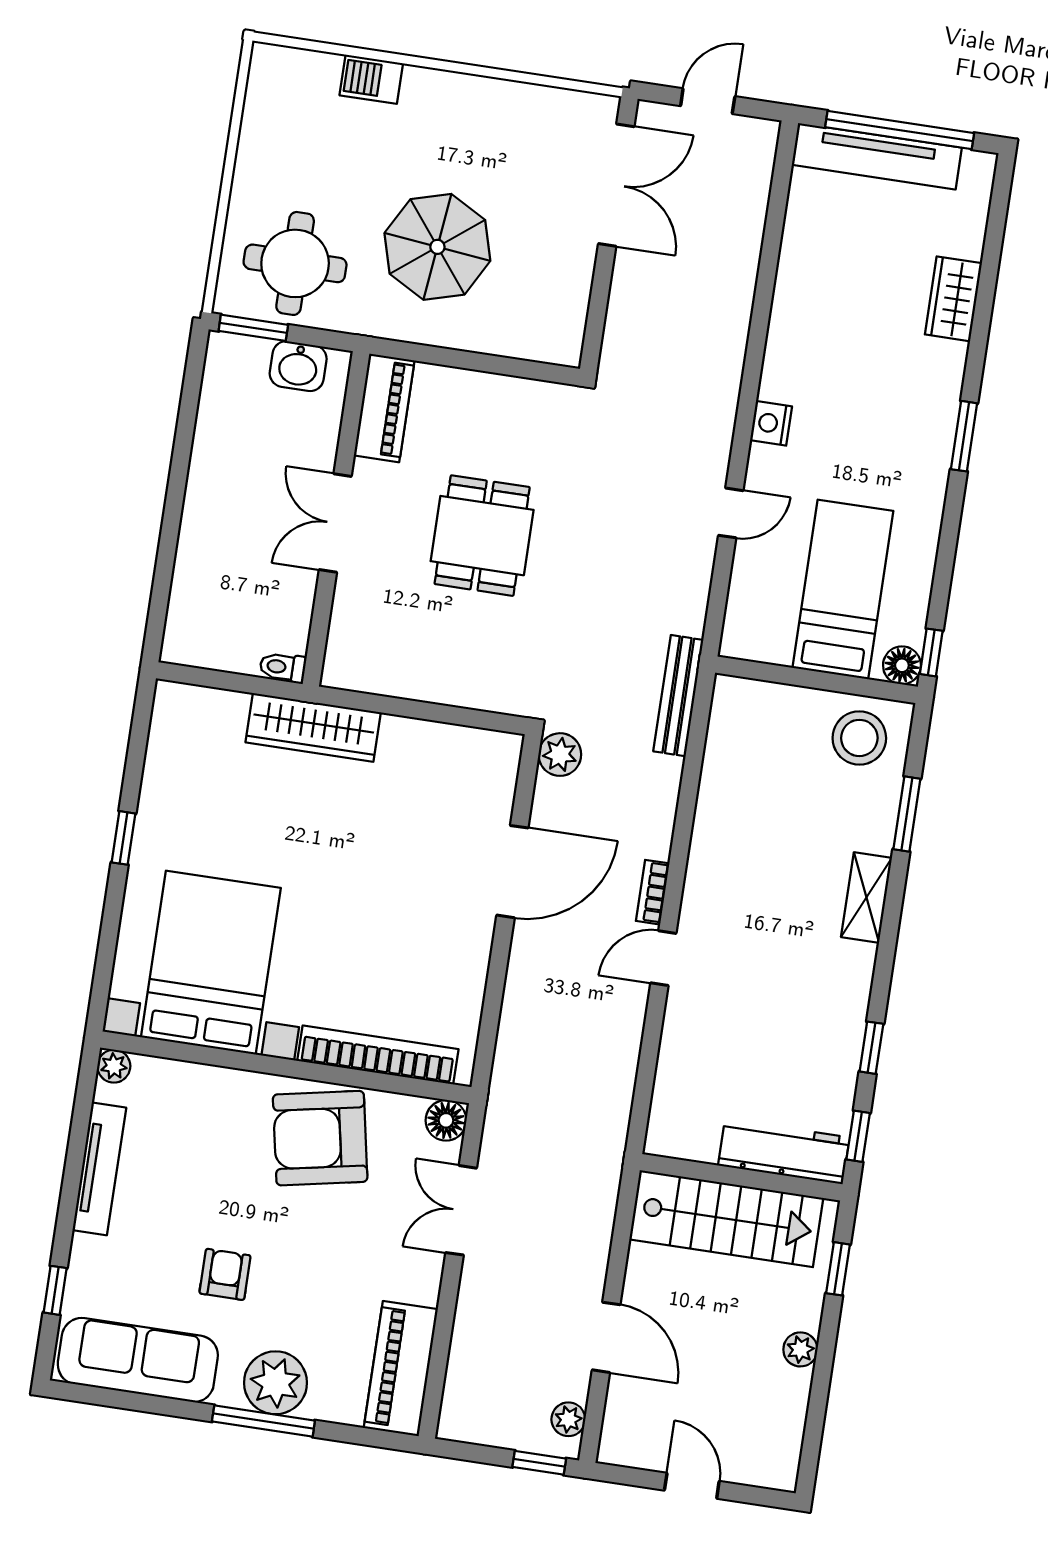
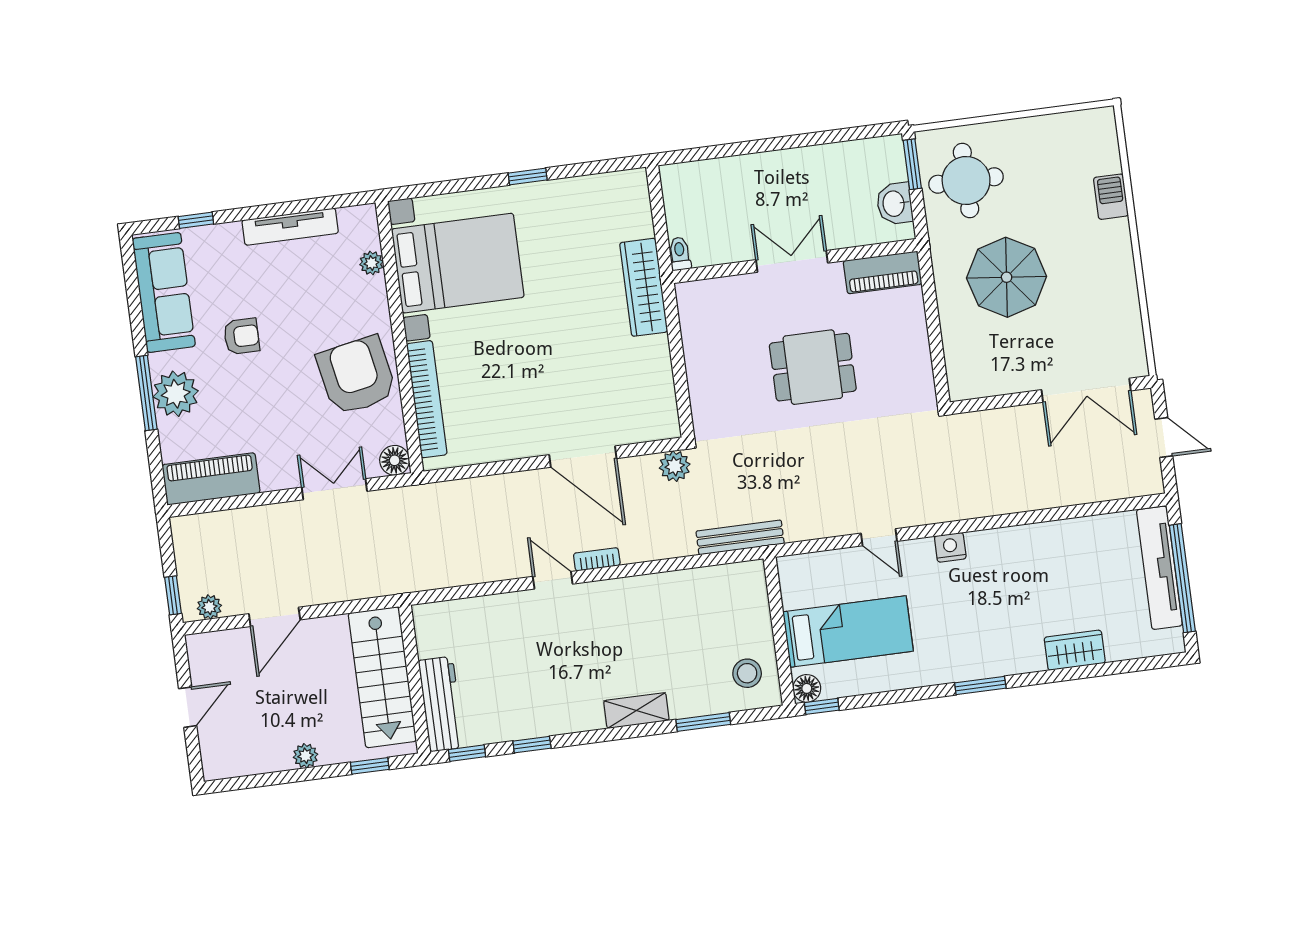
stool: (859, 738) -> (747, 673), width x0.73, depth x0.73
plant: (114, 1066) -> (371, 263), moved

